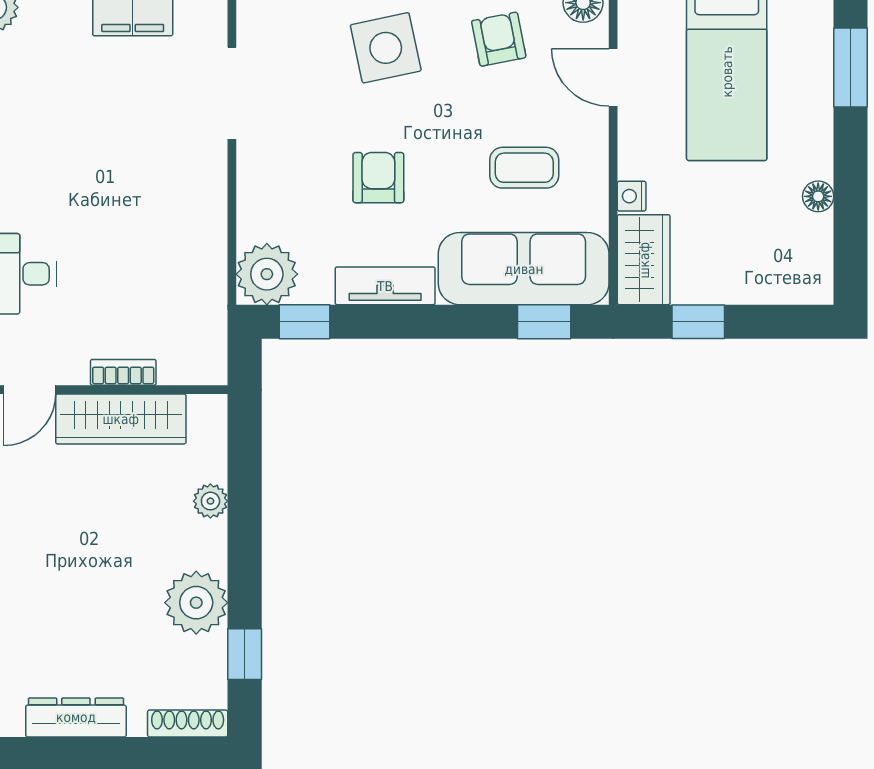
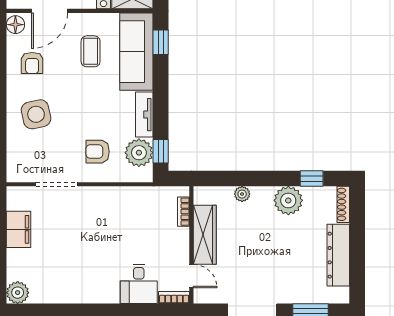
armchair: (499, 39) -> (32, 63), turned -79
door: (613, 78) -> (50, 11), width x1.37
armchair: (378, 178) -> (98, 152), moved
plant: (267, 274) -> (139, 153), moved
bookcase: (123, 372) -> (184, 212), moved
dresser: (76, 717) -> (338, 255), width x1.37, depth x1.24

